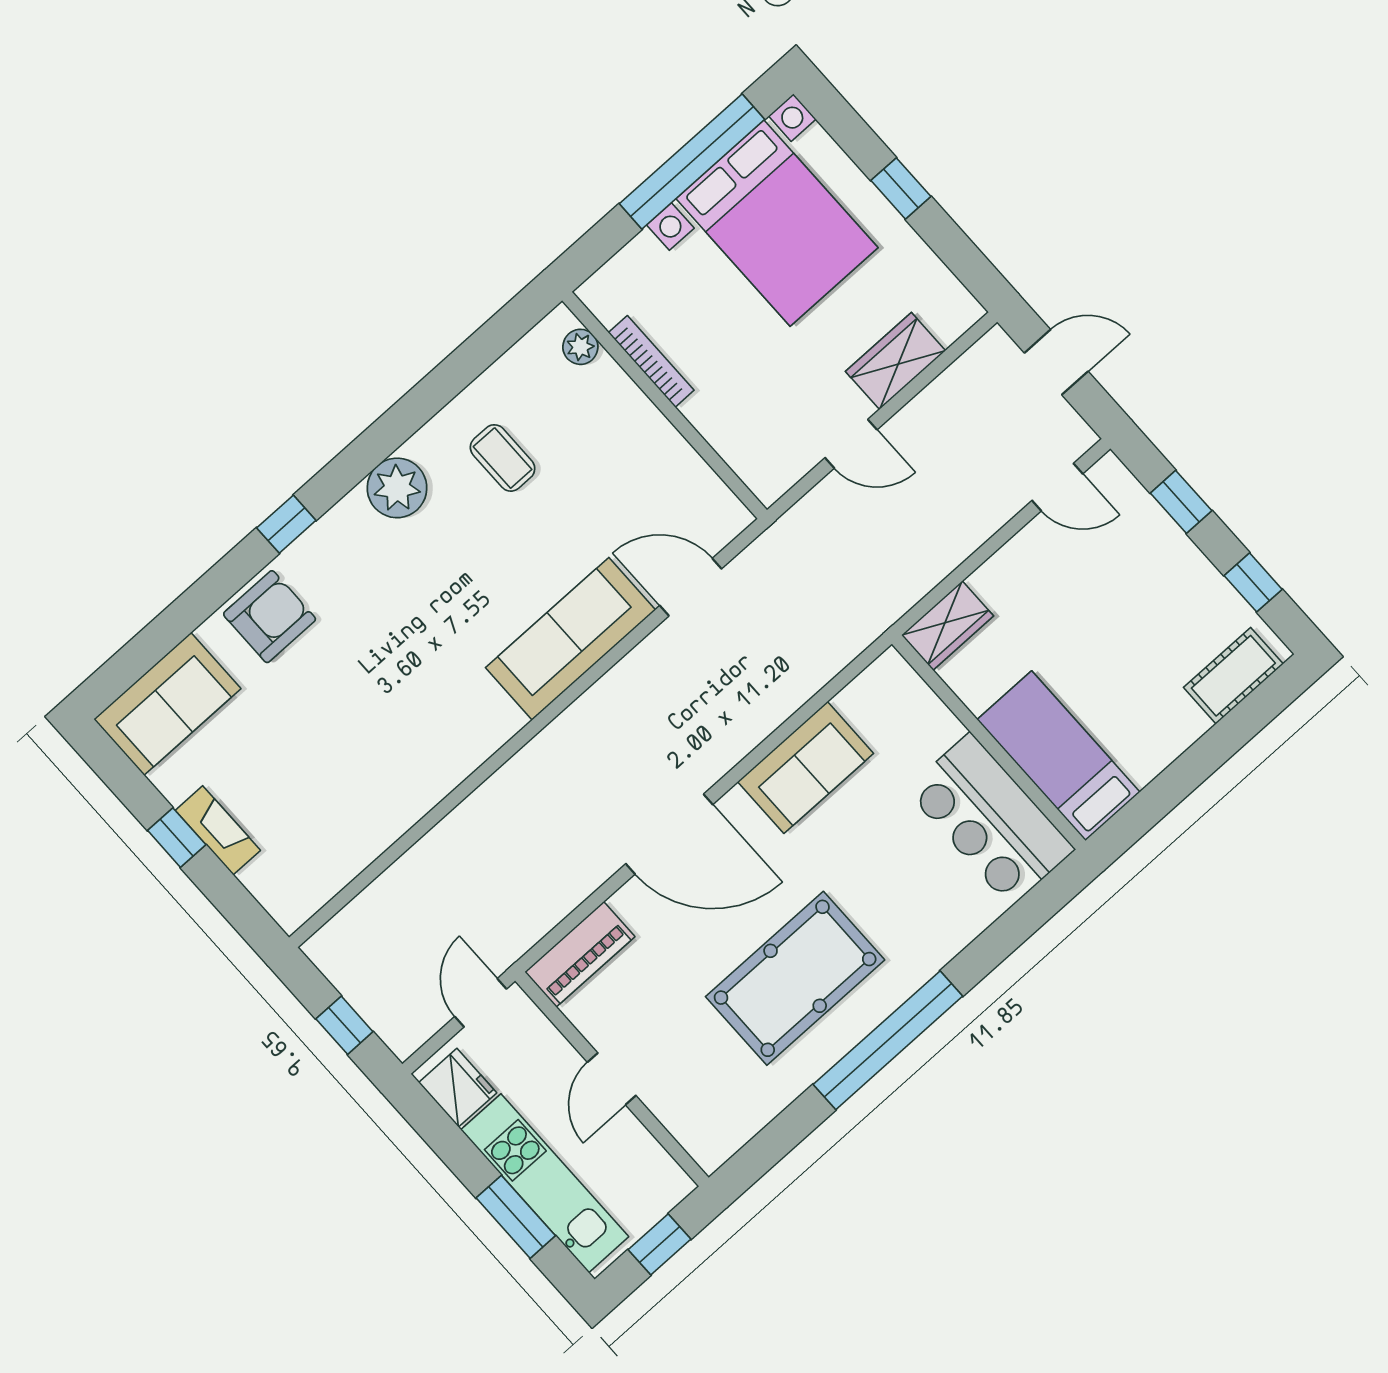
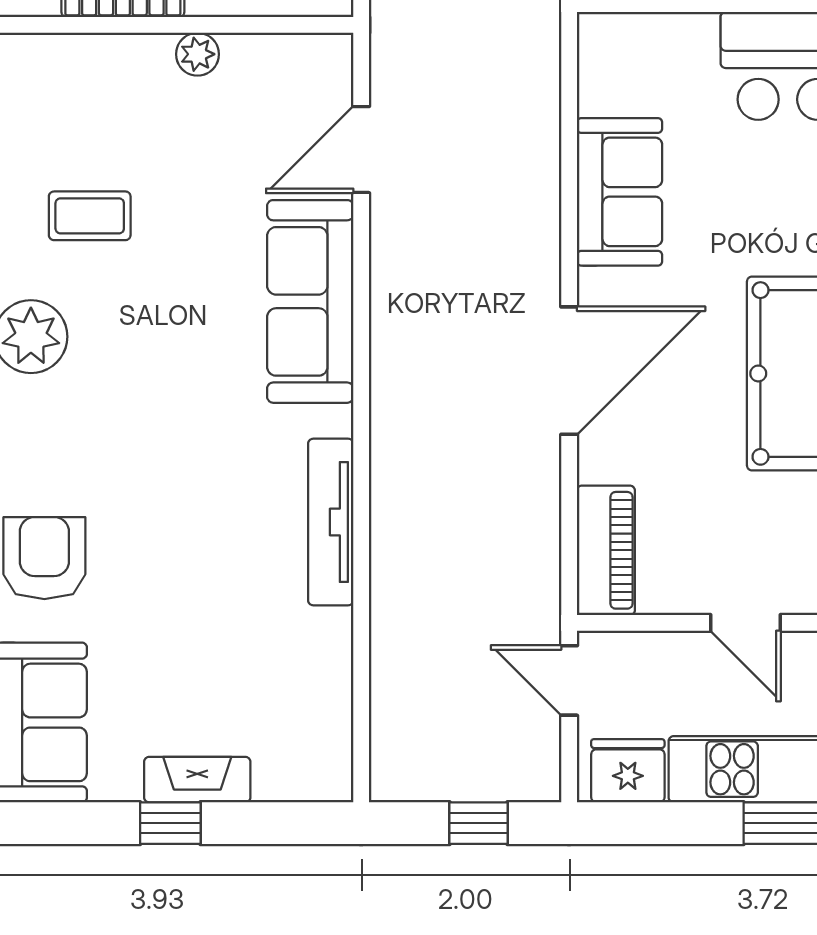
plant: (580, 347) -> (197, 54), moved
tv unit: (447, 771) -> (331, 522), added

